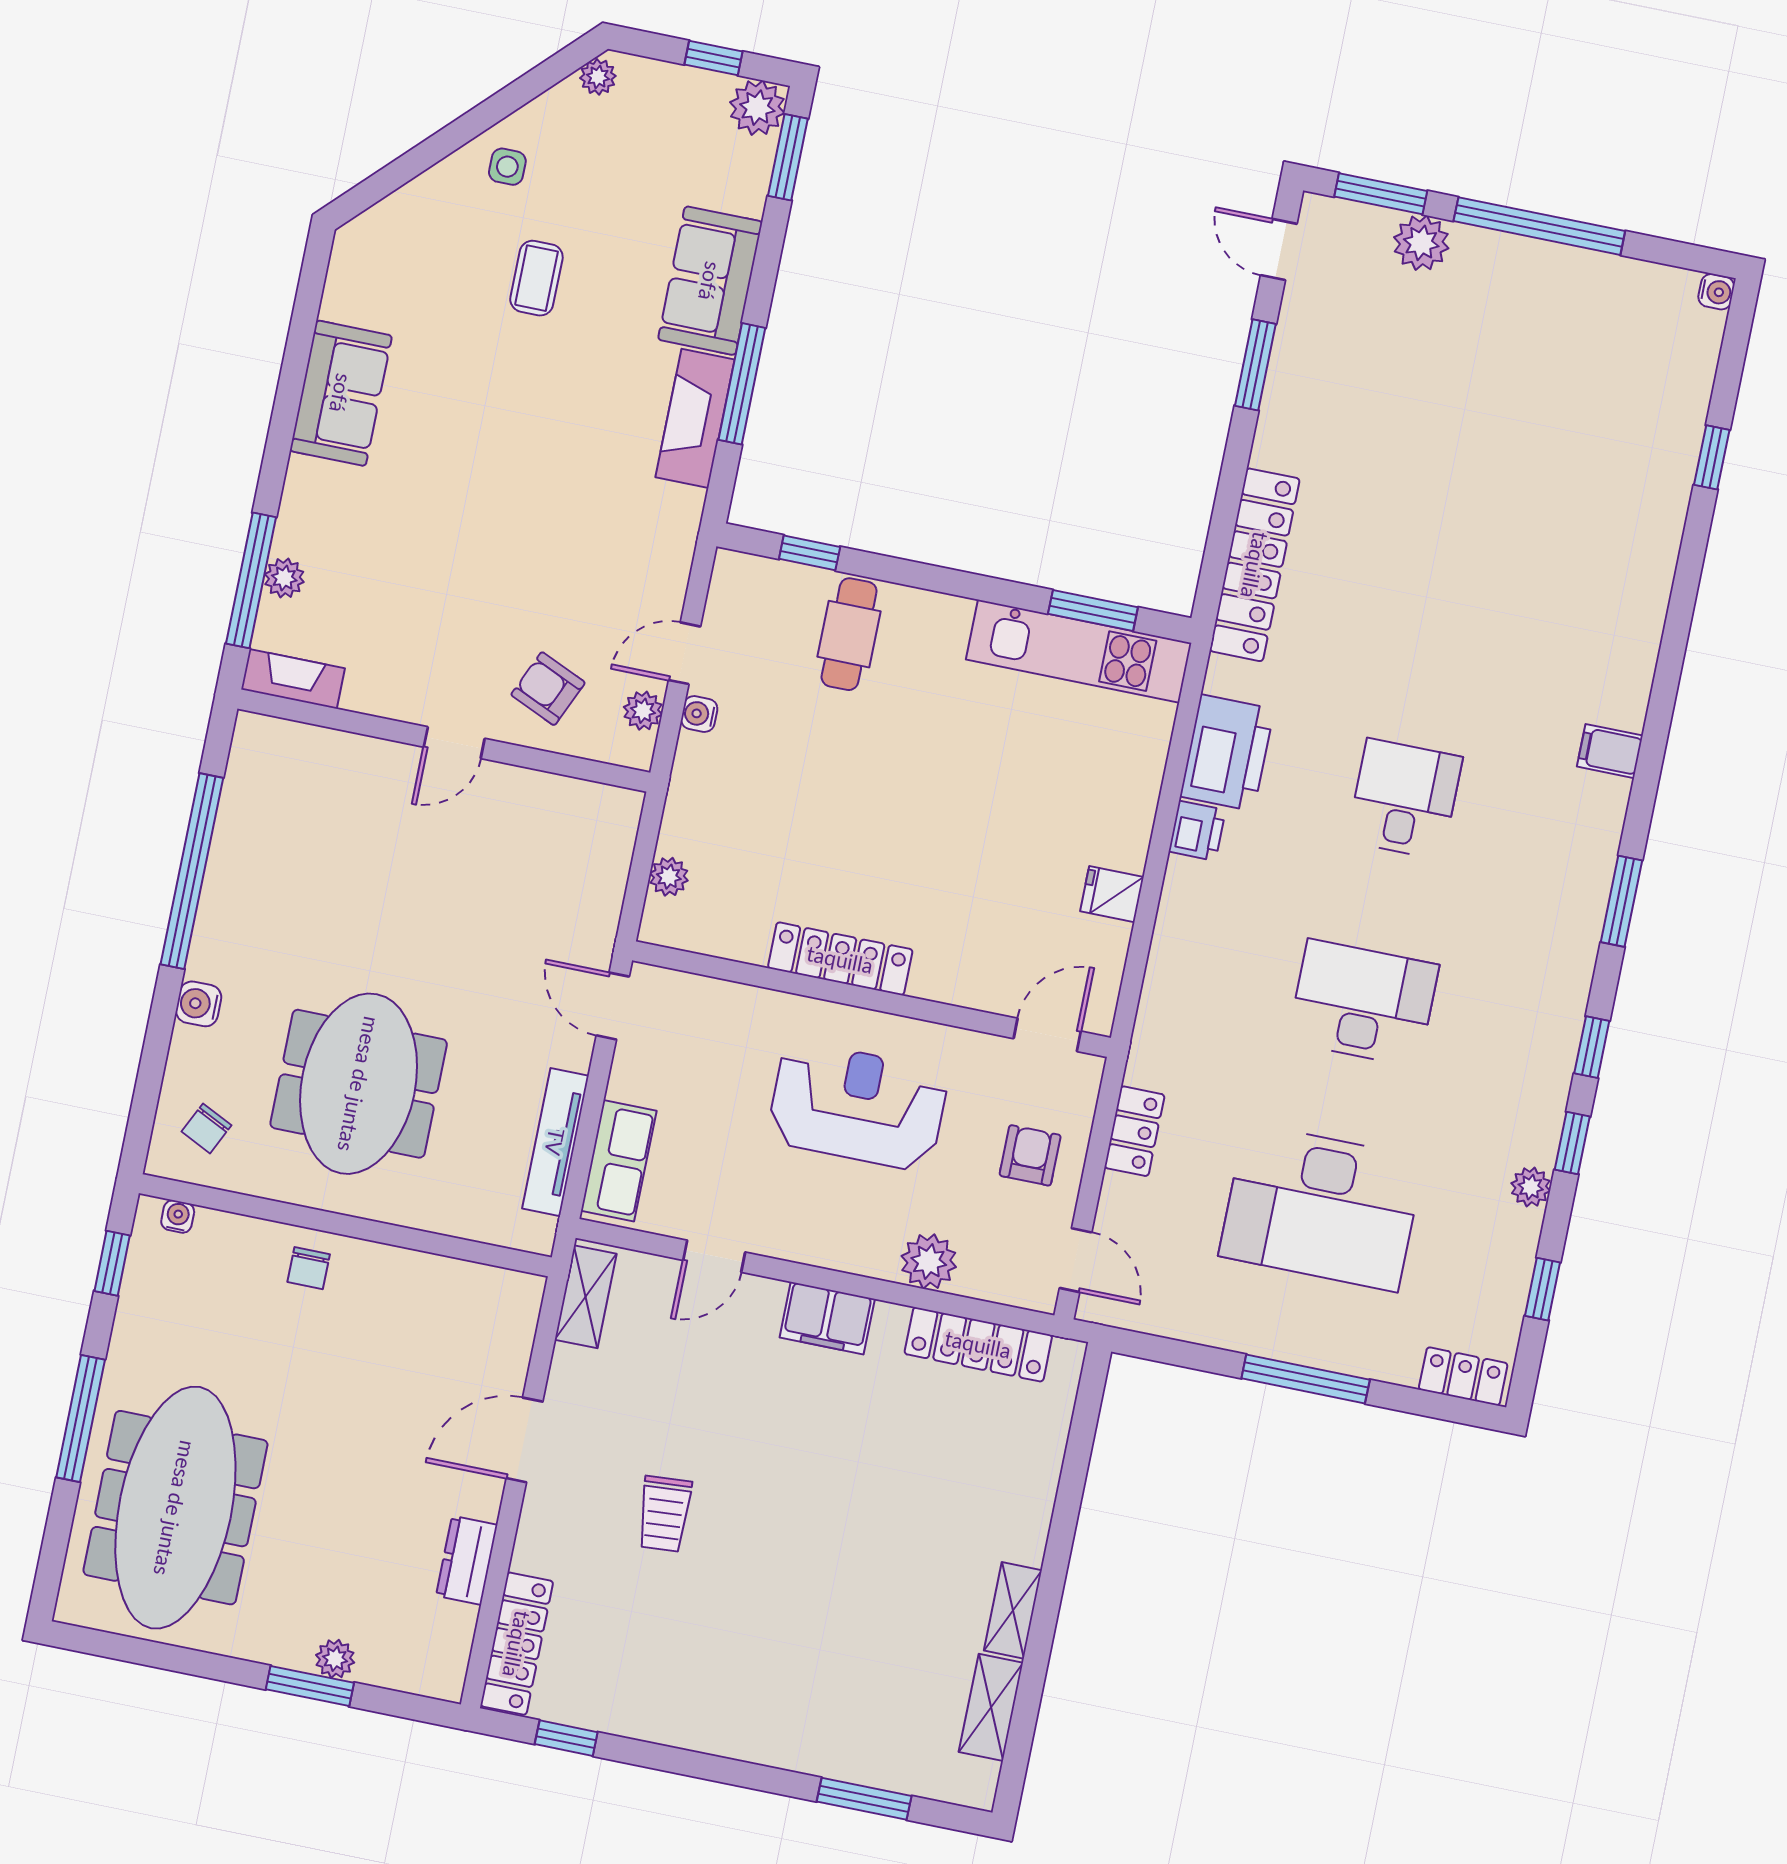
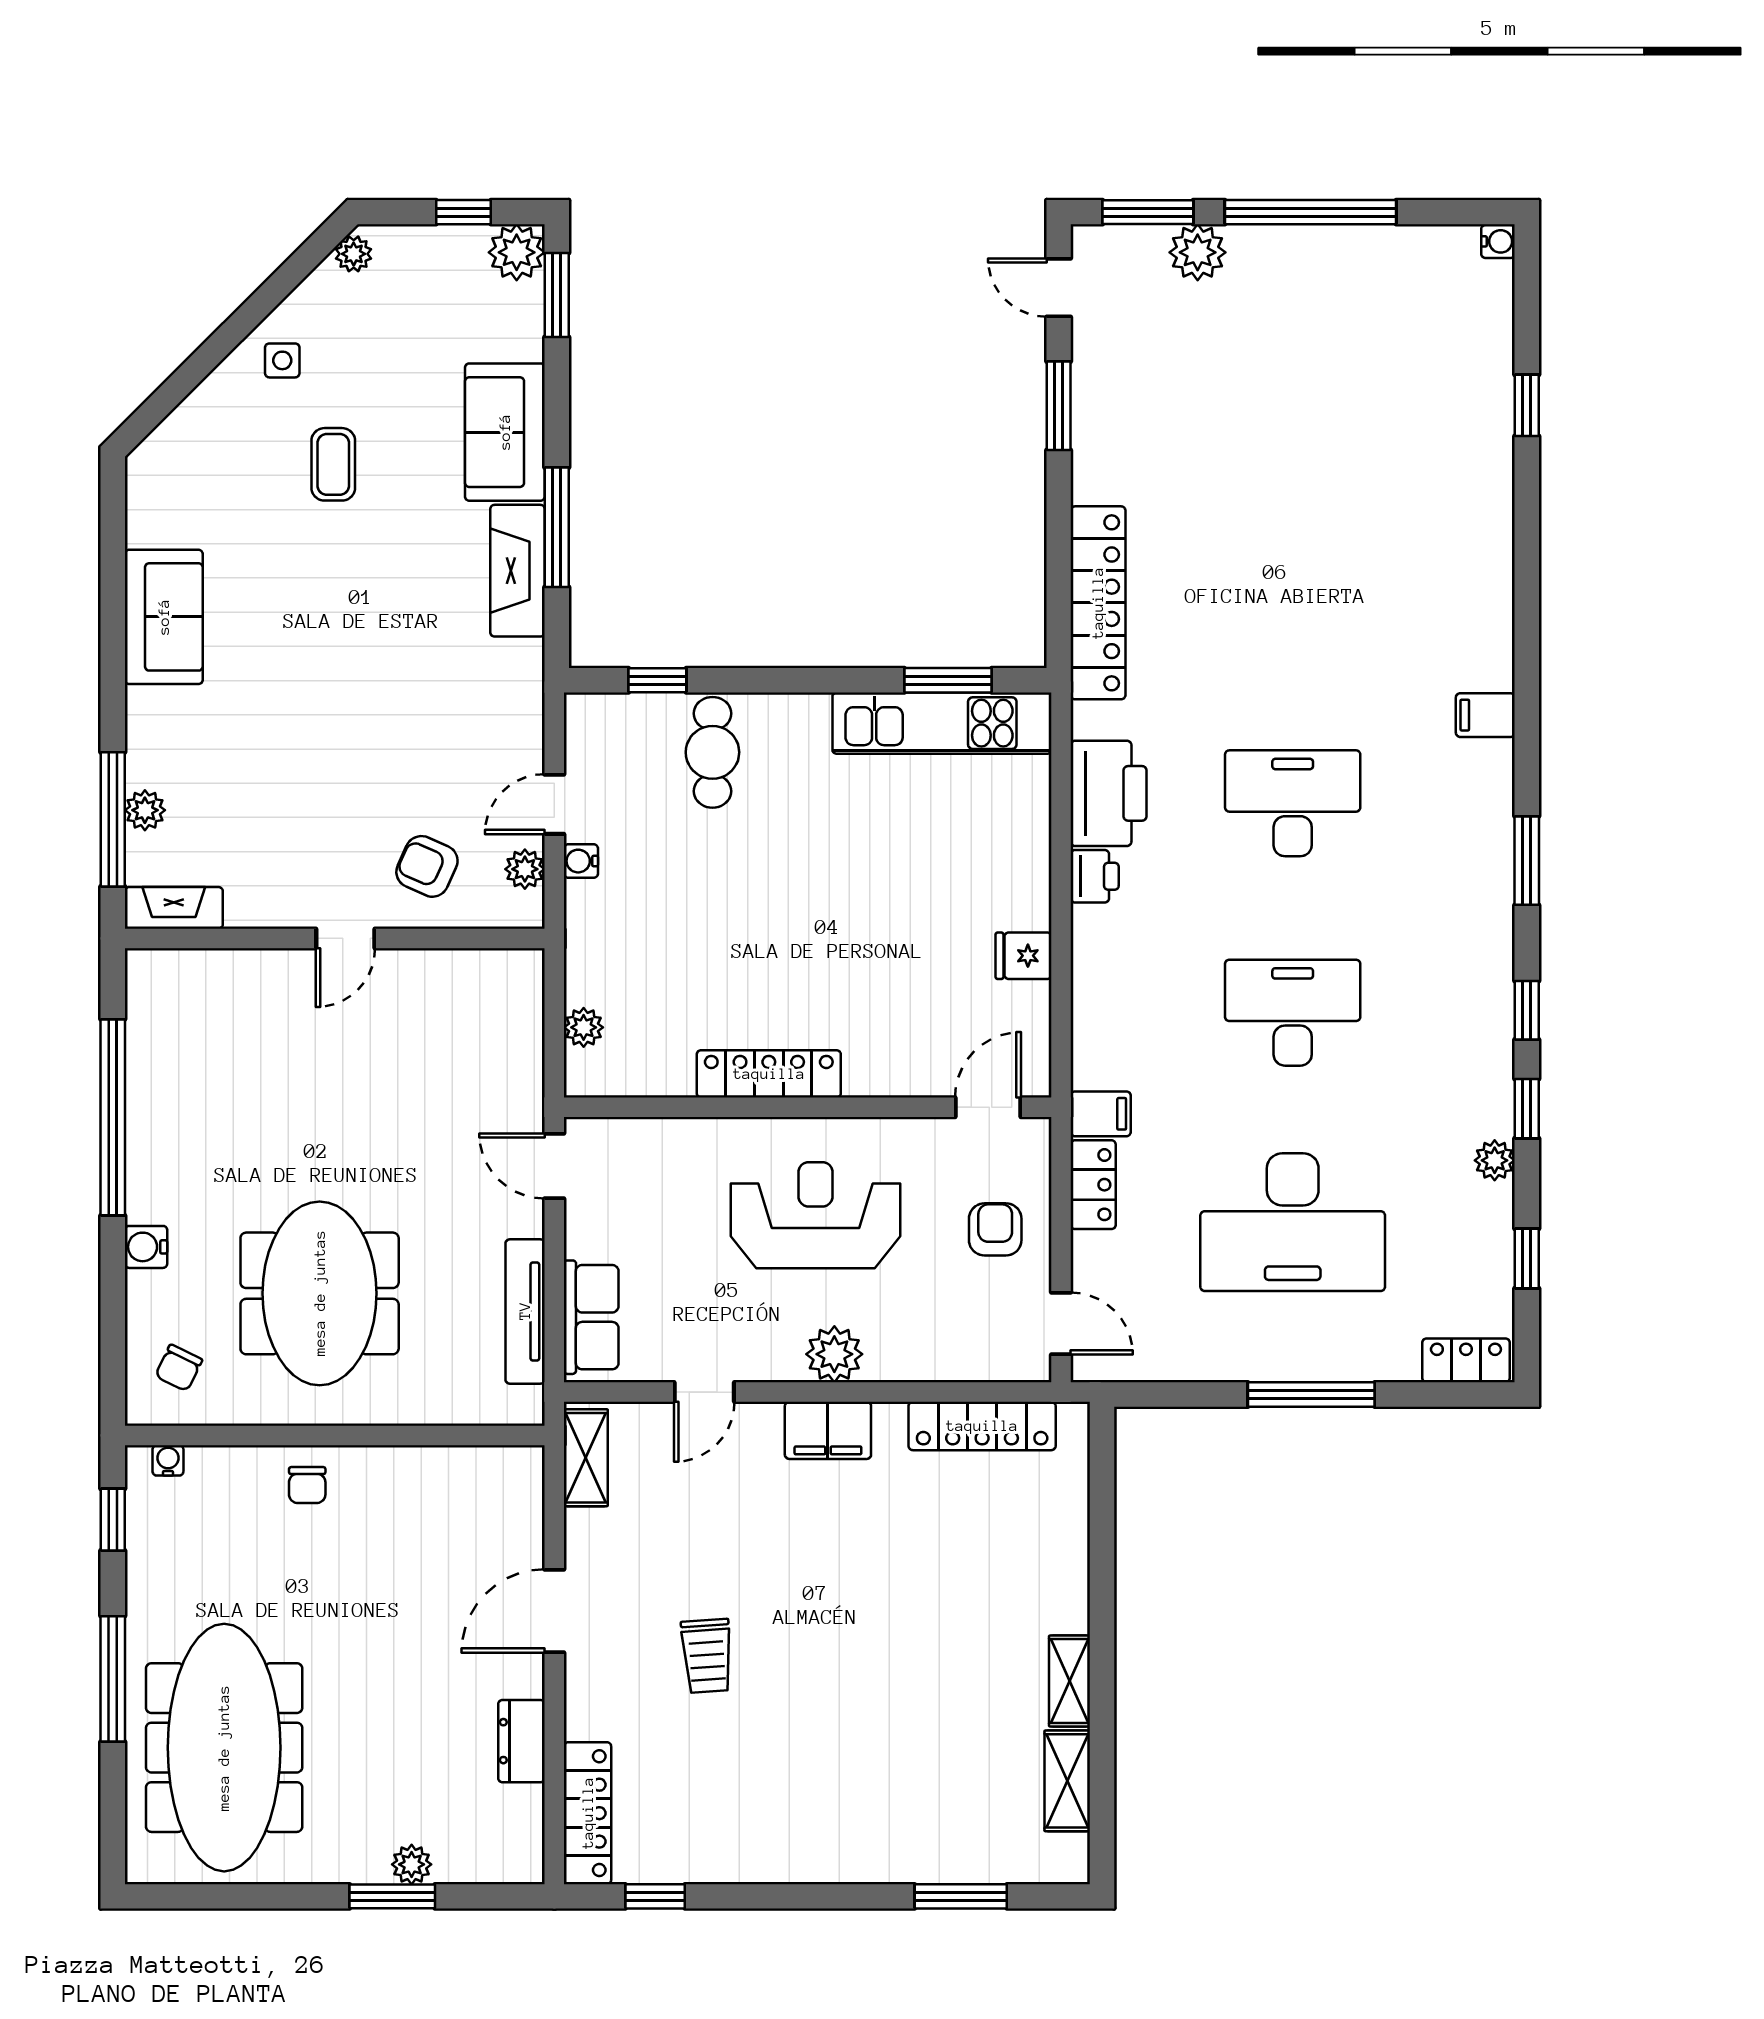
desk: (1405, 799) -> (1293, 803), width x1.37
filing cabinet: (1156, 1064) -> (1101, 1114), added
plant: (929, 1261) -> (834, 1354), moved

